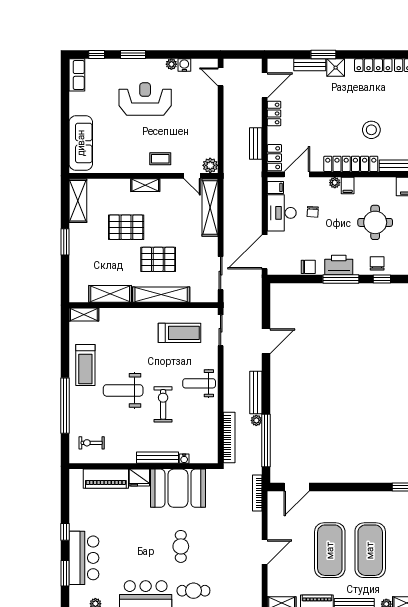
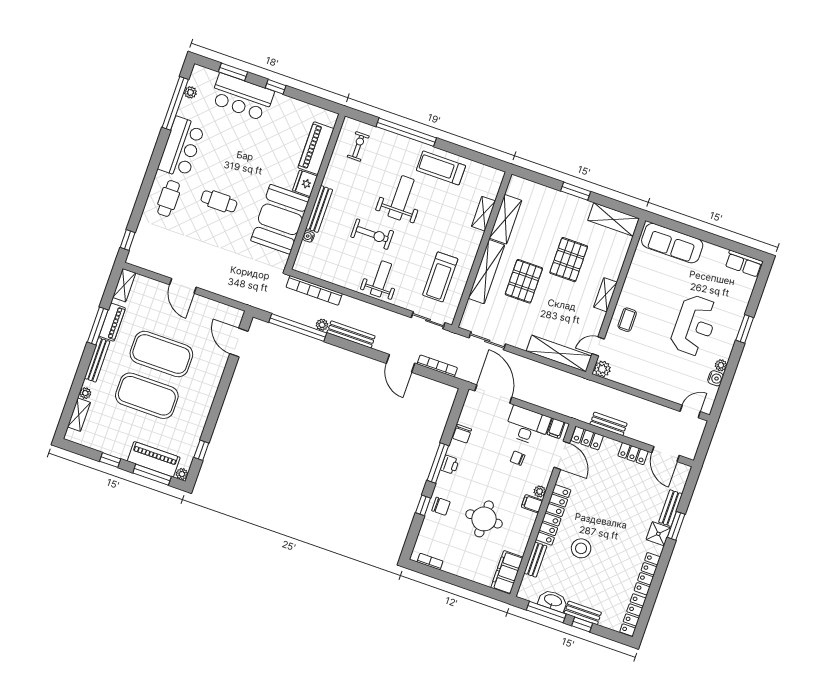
window: (97, 55) -> (758, 291), removed
printer: (339, 265) -> (450, 465), width x0.53, depth x0.68
shelving: (84, 315) -> (483, 214), moved
bookcase: (257, 493) -> (437, 366), moved

